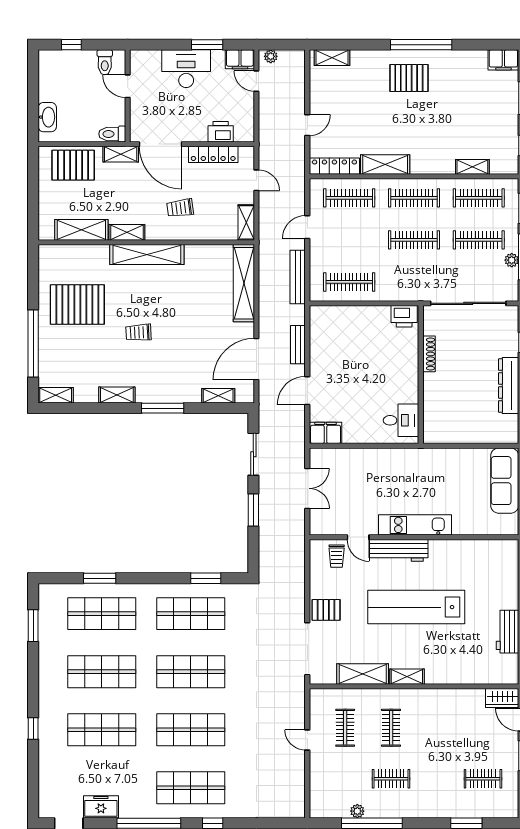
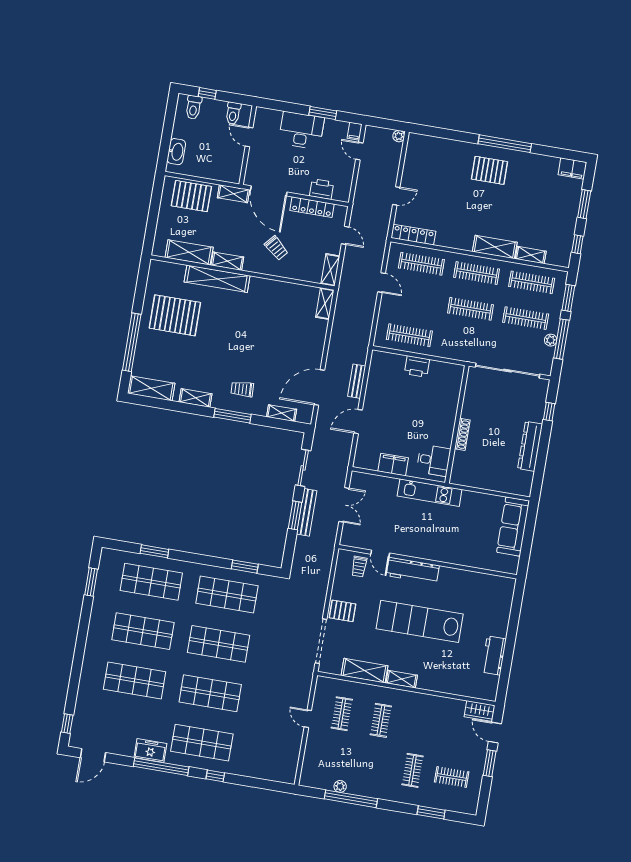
plant: (271, 56) -> (399, 136), moved
shelving: (332, 58) -> (427, 142), removed
filing cabinet: (240, 59) -> (355, 131), width x0.50
toilet: (112, 134) -> (193, 107), moved, turned -90
shelving: (385, 165) -> (495, 247), moved
trolley: (180, 208) -> (276, 248), turned -131
door: (307, 227) -> (382, 283), swing flipped
shelving: (147, 255) -> (217, 279), moved
bench: (298, 277) -> (307, 512), moved
shelving: (244, 283) -> (325, 304), width x0.45, depth x0.75
printer: (404, 316) -> (417, 367), moved
trolley: (139, 332) -> (242, 389), moved
shoe rack: (429, 354) -> (462, 434), moved
shelving: (56, 395) -> (151, 388), width x1.50, depth x1.33
filing cabinet: (326, 433) -> (393, 465), moved
kitchen unit: (415, 525) -> (430, 493), moved, turned 180
window: (33, 729) -> (67, 724), moved
clothes rail: (391, 779) -> (413, 770), moved, turned 90
freezer: (101, 807) -> (150, 751), moved

